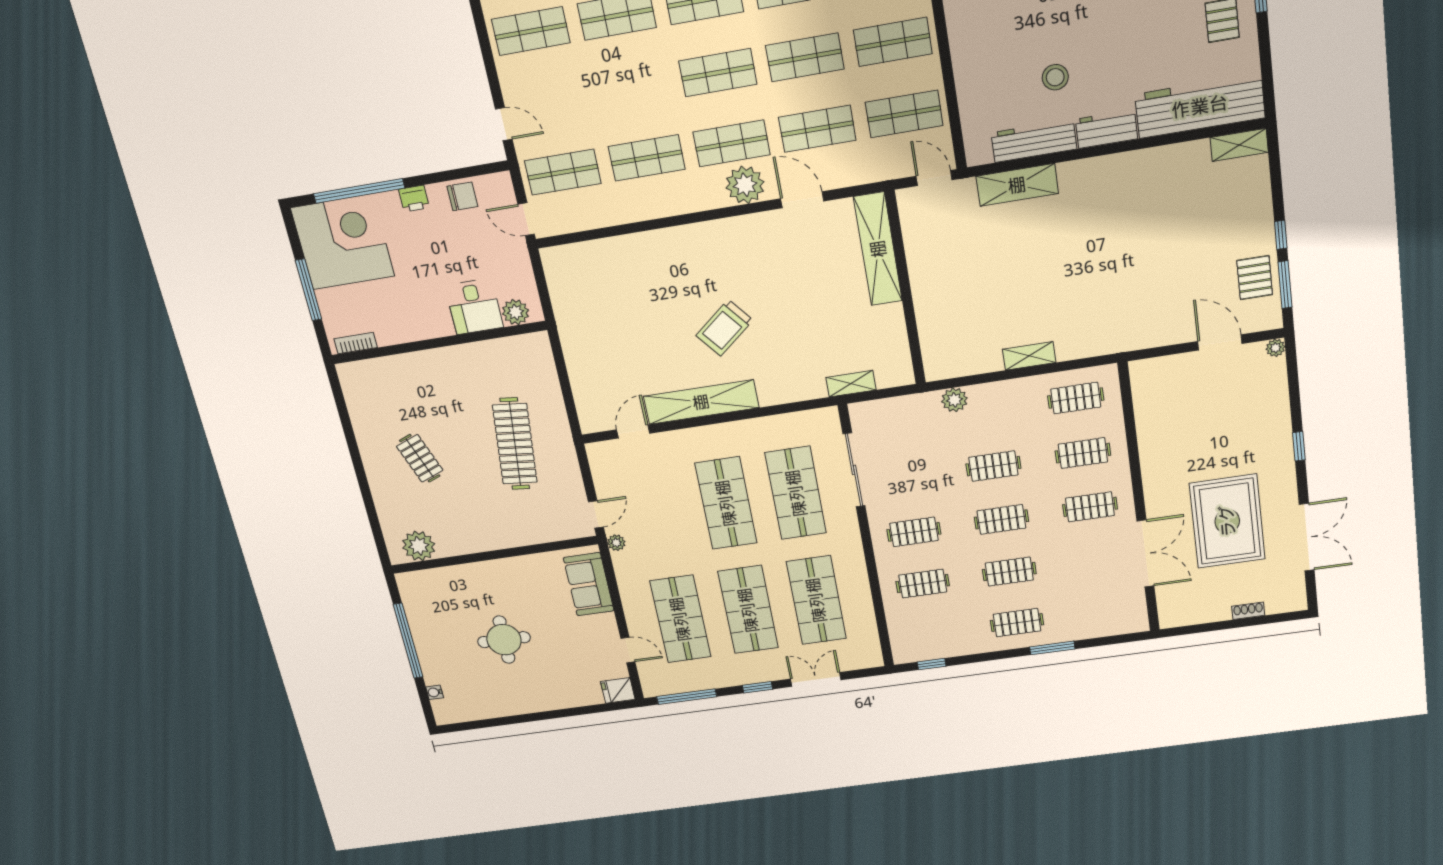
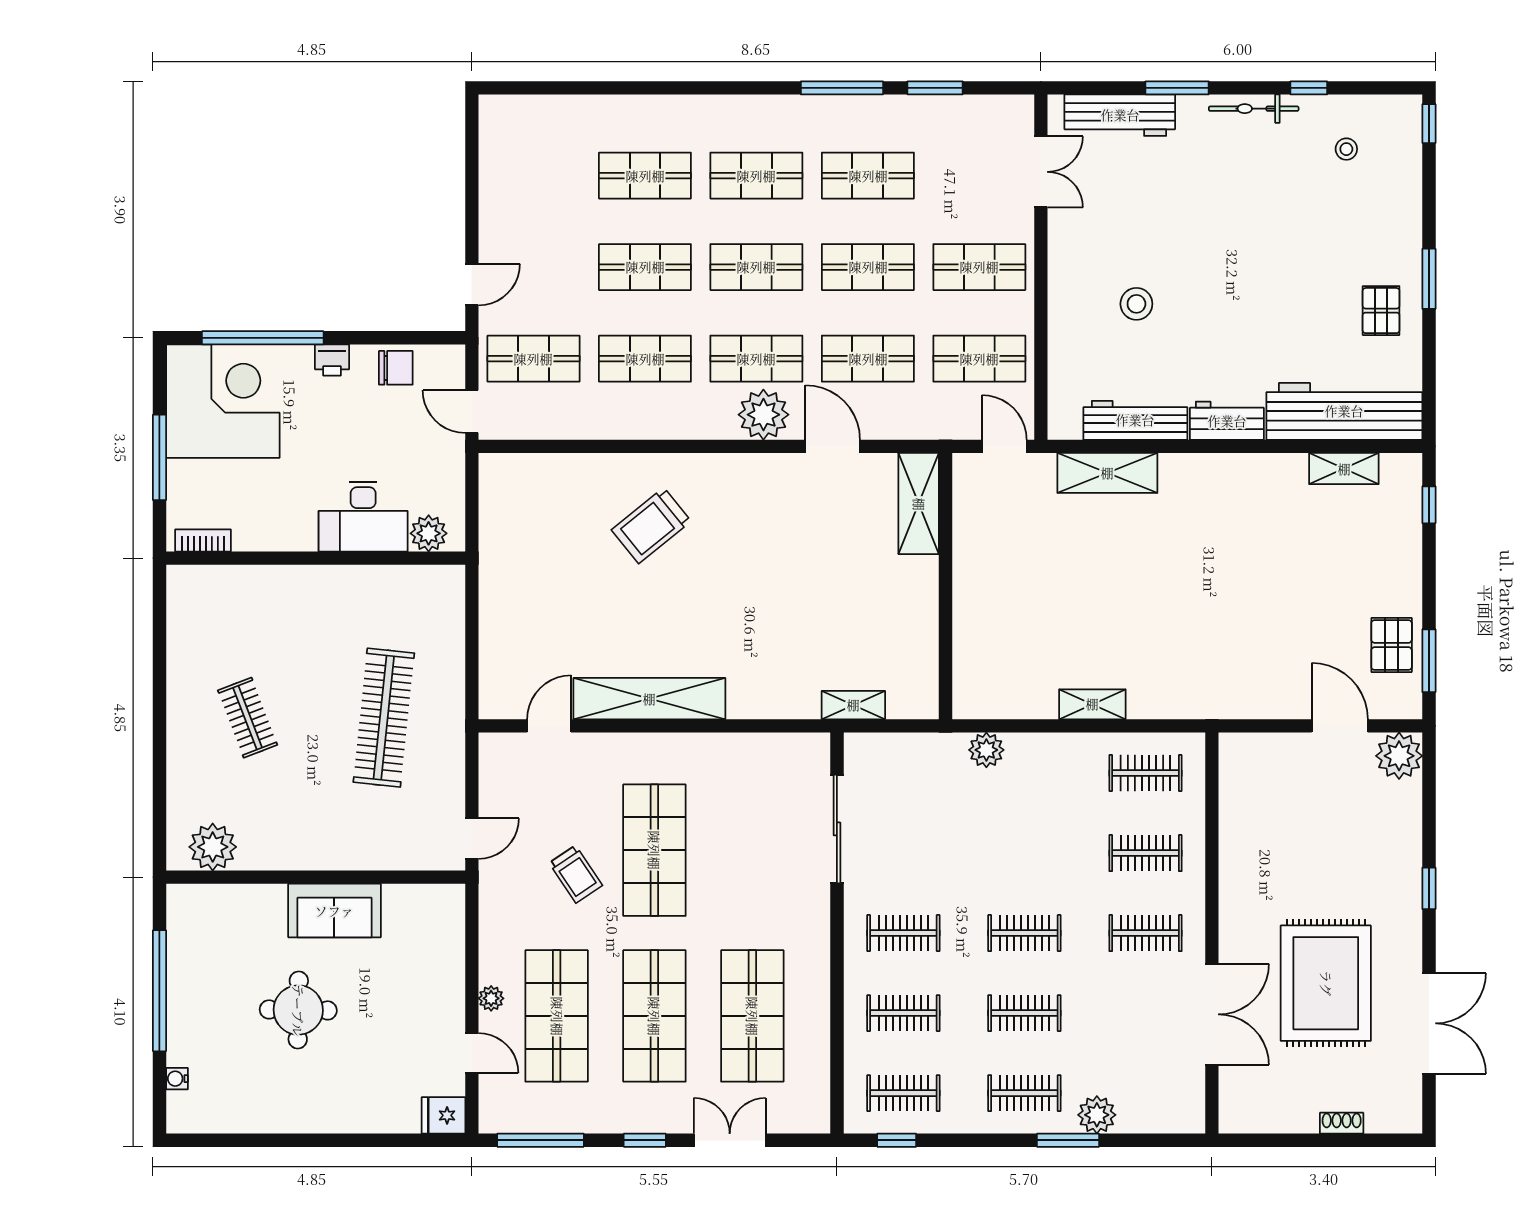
shop shelf: (531, 31) -> (645, 267), moved
stool: (1055, 77) -> (1136, 304), moved
door: (504, 124) -> (472, 285), hinge flipped
shelving: (1239, 145) -> (1344, 469), moved
window: (1281, 235) -> (1429, 505), moved
shelving: (878, 249) -> (919, 504), width x0.68
desk: (474, 306) -> (363, 517), width x1.37
trolley: (724, 328) -> (651, 526), moved
plant: (1275, 348) -> (1399, 756), width x1.88, depth x1.88
clothes rail: (993, 466) -> (903, 1093), moved
shop shelf: (796, 493) -> (752, 850), removed
trolley: (674, 527) -> (576, 874), added
plant: (616, 543) -> (491, 998), moved
sofa: (589, 584) -> (334, 911), moved, turned -90
plant: (1071, 629) -> (1097, 1115), added

